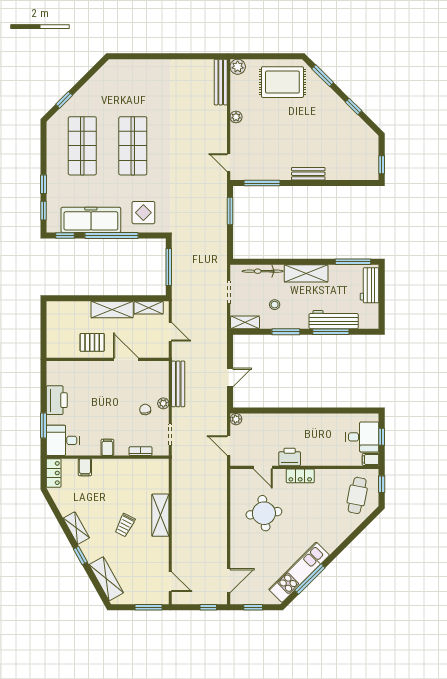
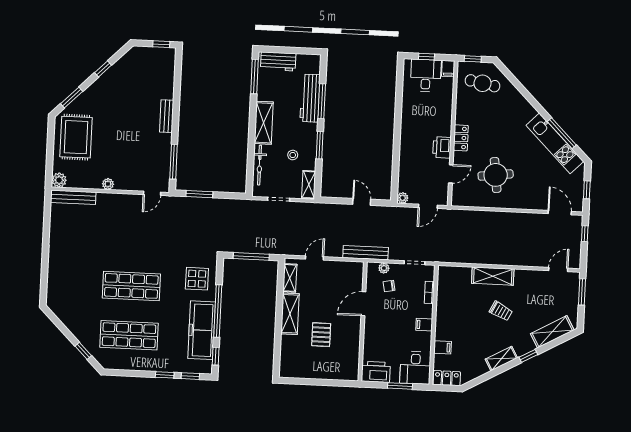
wall: (108, 359) -> (363, 322), moved
door: (126, 359) -> (363, 304), moved

